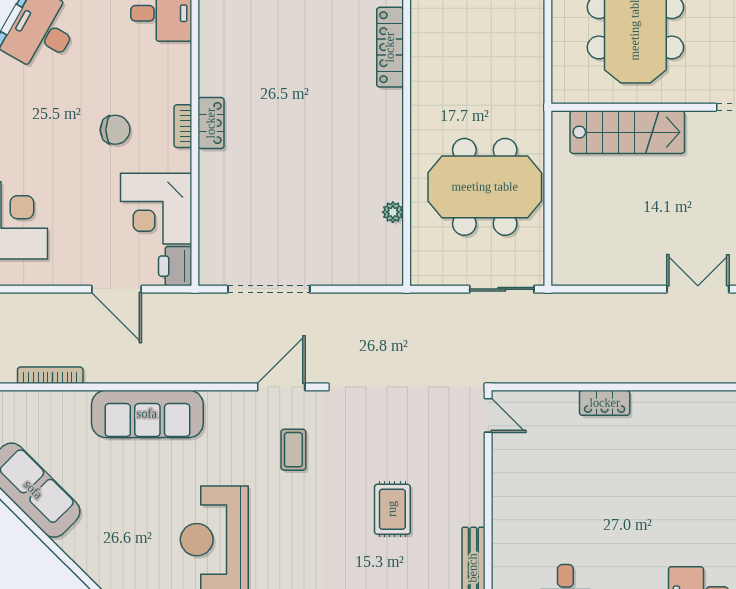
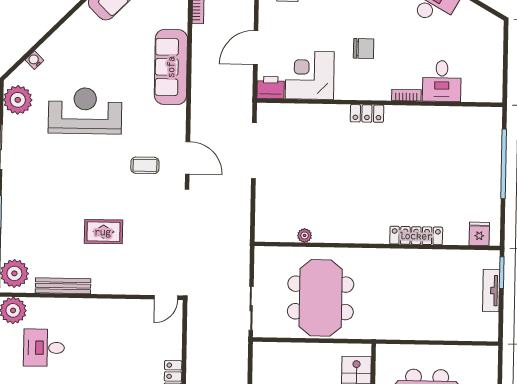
bookcase: (183, 126) -> (406, 95), moved
chair: (115, 130) -> (364, 48), turned -90

